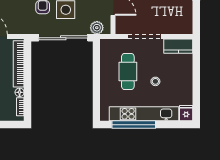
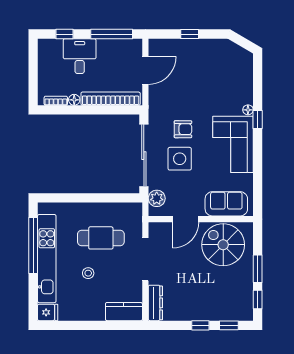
dresser: (179, 29) -> (155, 303), added
kitchen counter: (178, 46) -> (124, 312), moved, turned 90

